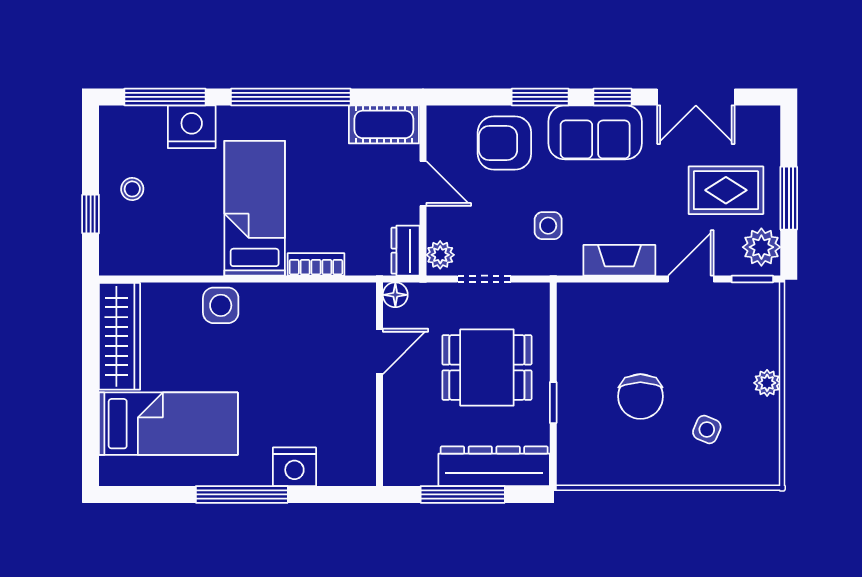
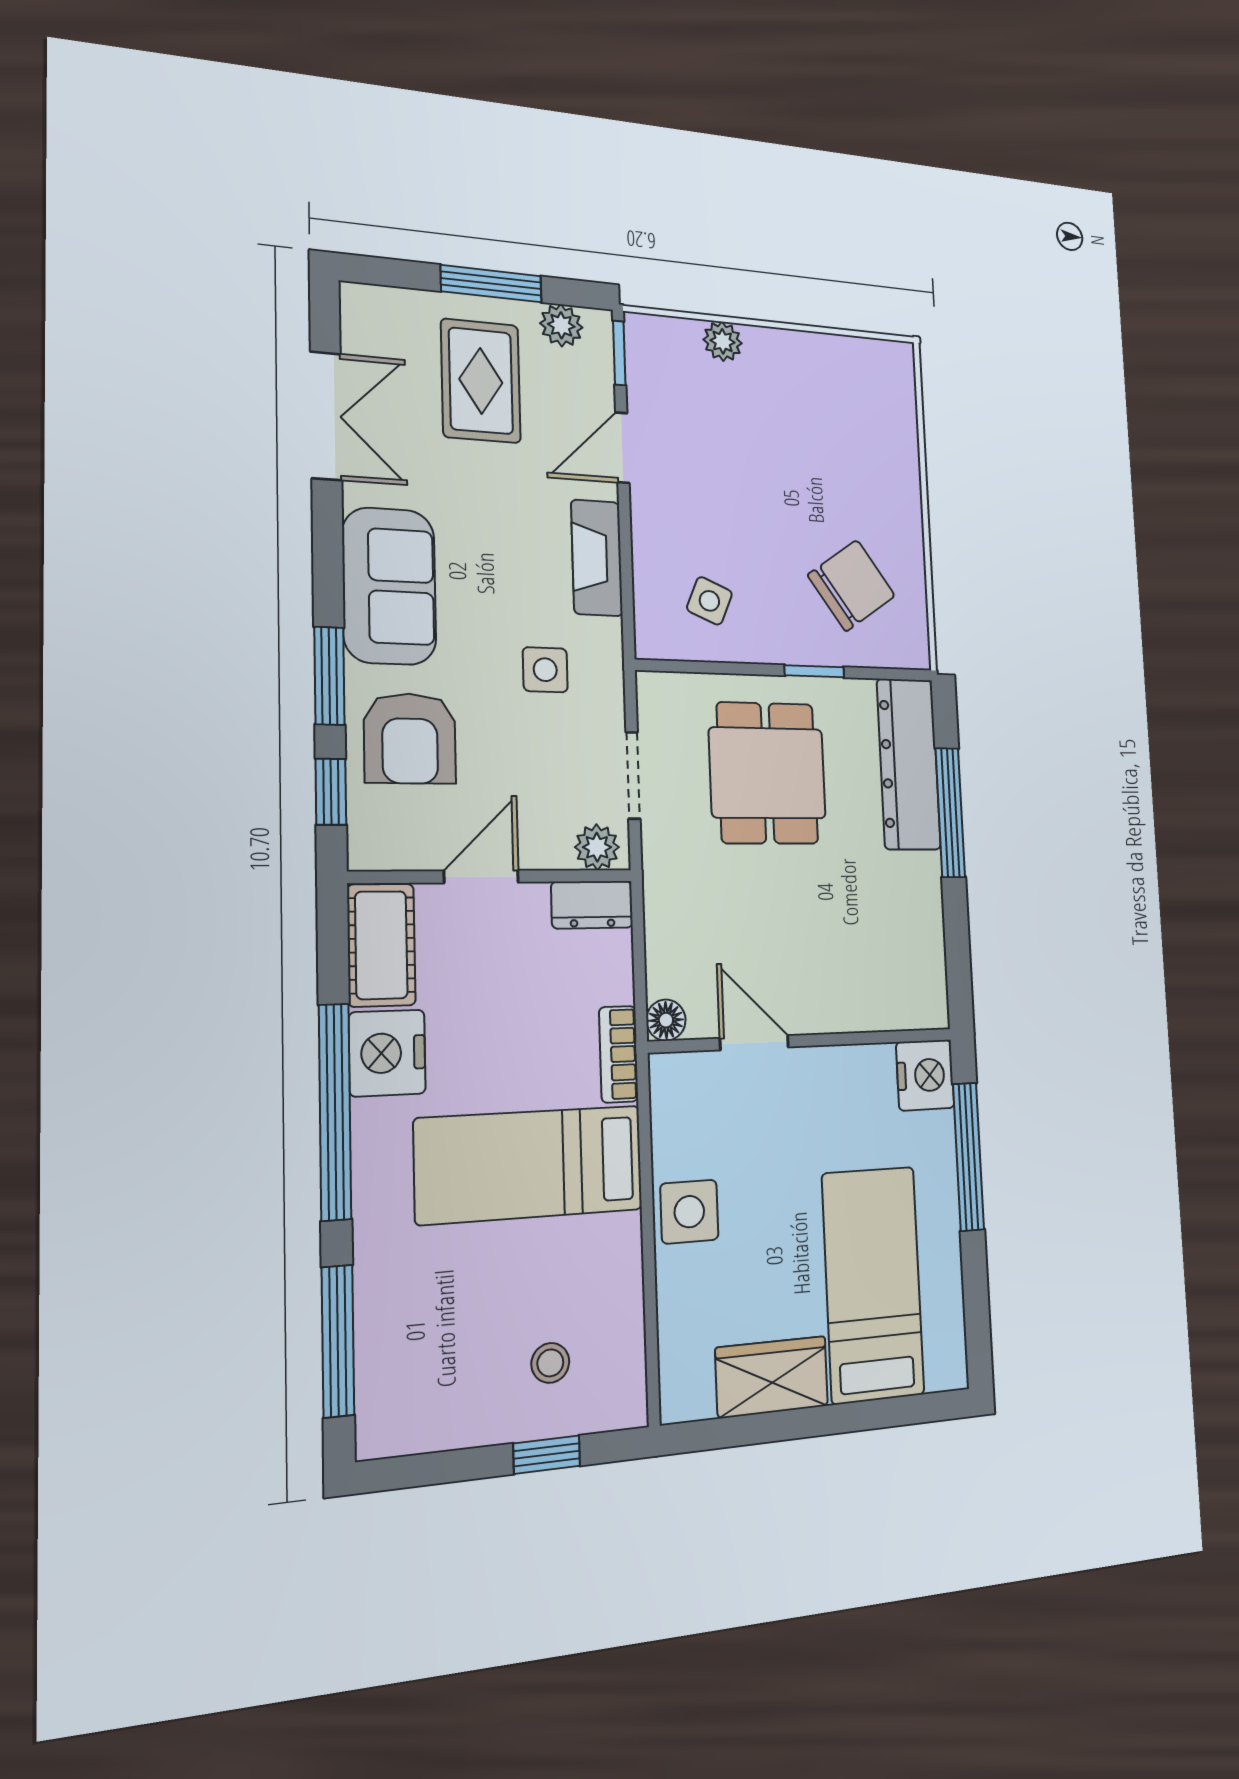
window: (612, 97) -> (331, 792), moved
nightstand: (192, 127) -> (387, 1053), moved
stool: (132, 189) -> (550, 1363), moved
plant: (761, 247) -> (561, 325), width x0.73, depth x0.73
door: (691, 279) -> (622, 448), hinge flipped
floor lamp: (395, 295) -> (666, 1020), moved
wardrobe: (120, 336) -> (772, 1377), width x0.67
door: (379, 351) -> (754, 1043), moved
plant: (767, 383) -> (723, 341), moved
wall: (379, 384) -> (804, 1041), moved
chair: (640, 396) -> (852, 586), moved, turned -35
side table: (707, 429) -> (709, 601), moved

